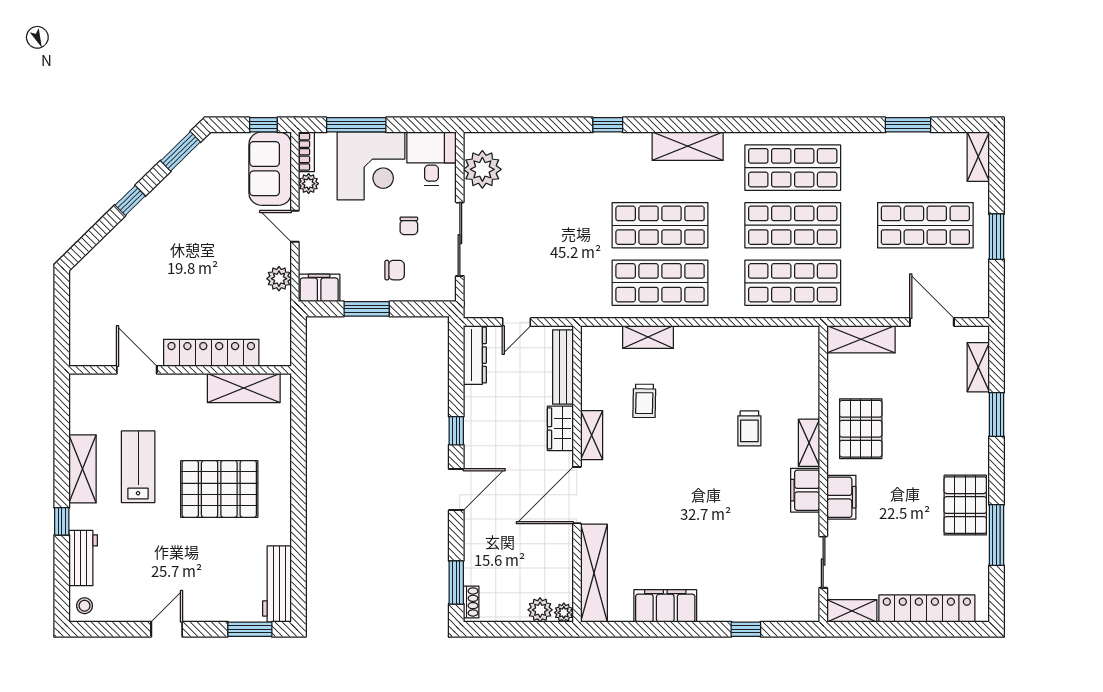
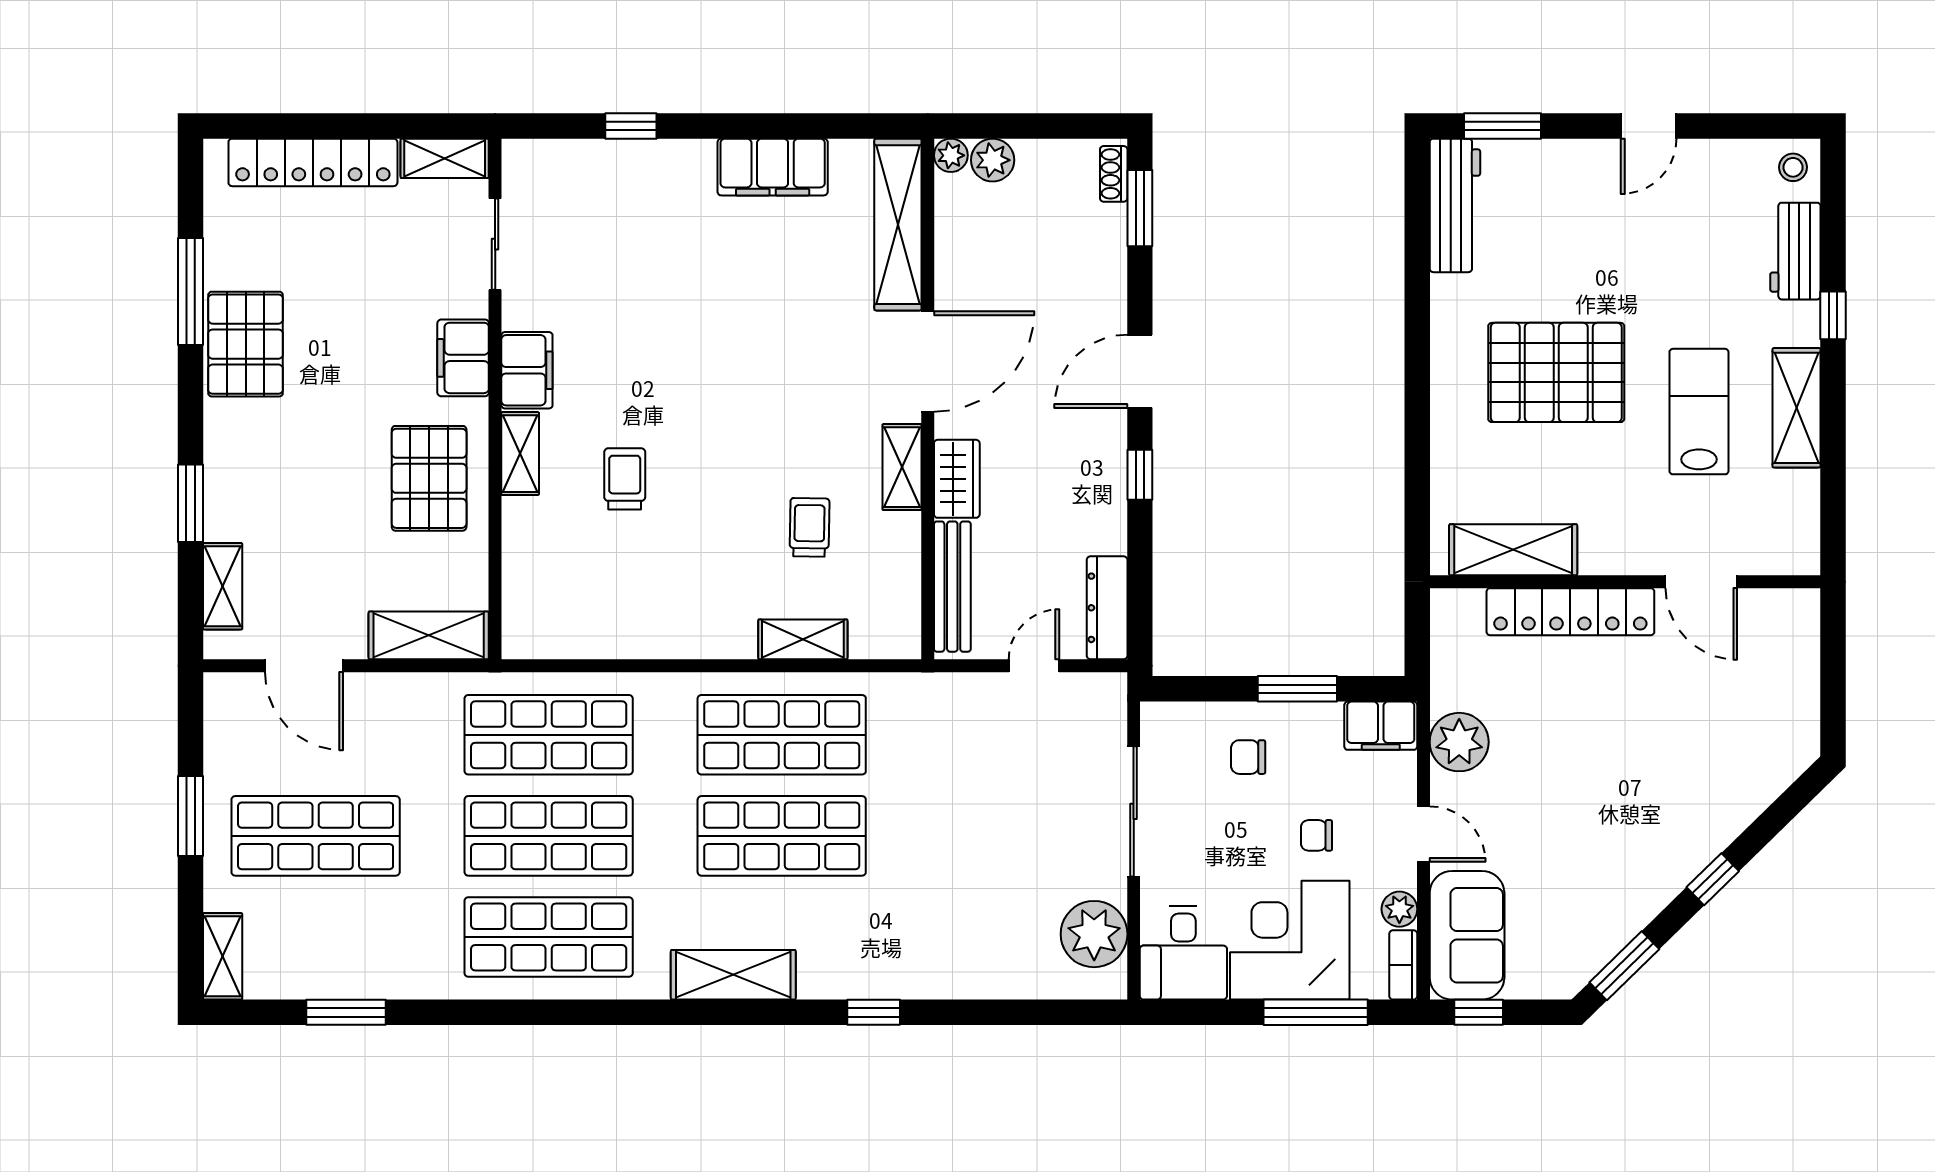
chair: (409, 226) -> (1316, 835), moved, turned -90
plant: (279, 279) -> (1459, 742), width x1.36, depth x1.36
lab bench: (138, 467) -> (1699, 412), turned 180

